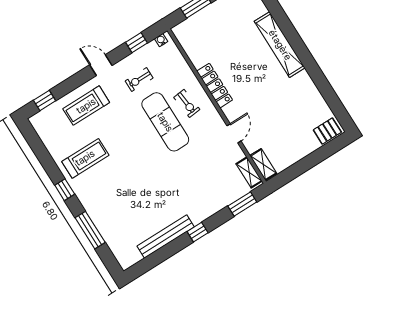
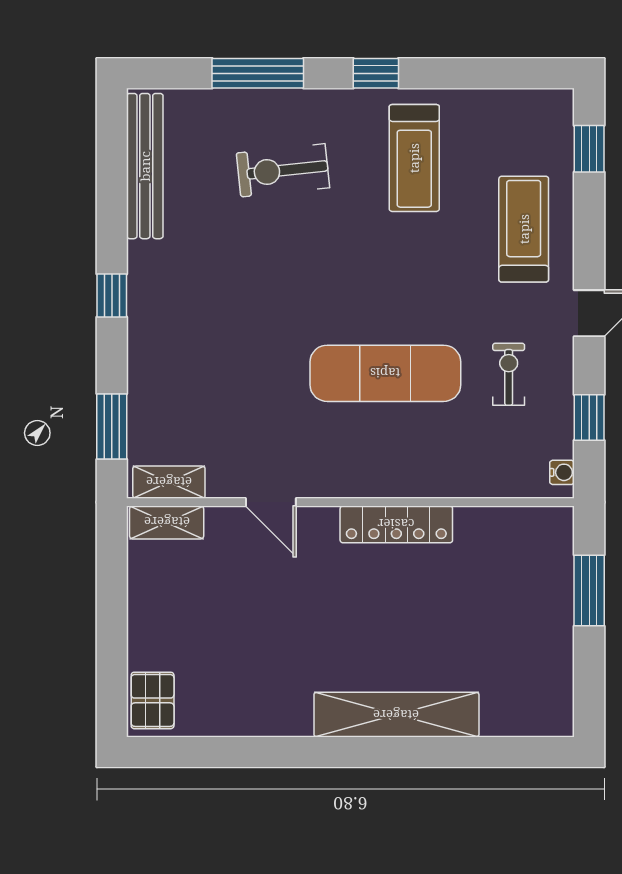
exercise bike: (187, 103) -> (283, 170), moved, width x1.38, depth x1.39
bench: (166, 237) -> (145, 166), moved

